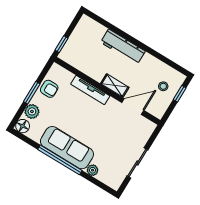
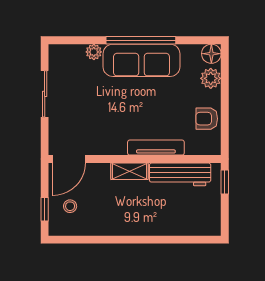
workbench: (123, 47) -> (180, 174), moved, turned 180
window: (32, 93) -> (225, 101), removed
door: (133, 107) -> (69, 159), moved

